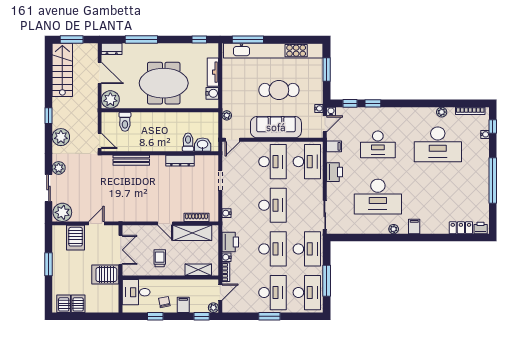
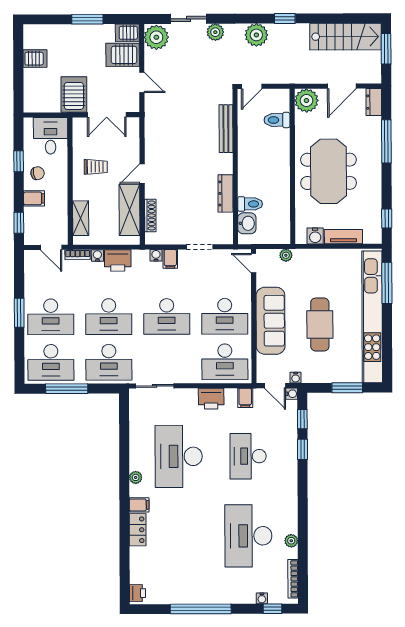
filing cabinet: (229, 202) -> (170, 259), added
locker: (461, 228) -> (138, 530), moved
server rack: (64, 304) -> (127, 33), moved, turned 180
plant: (213, 308) -> (30, 238), removed

